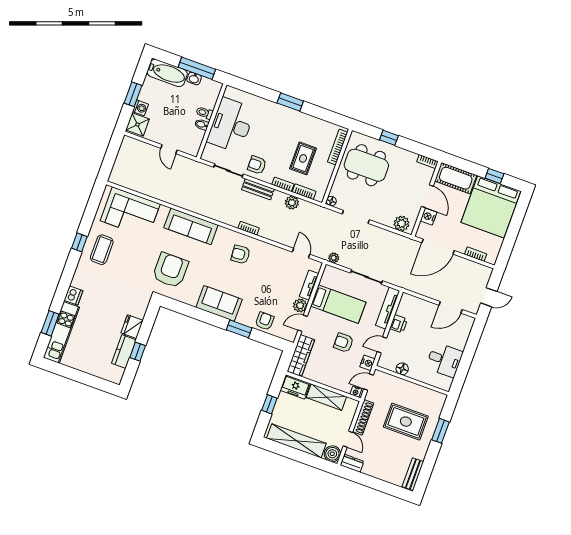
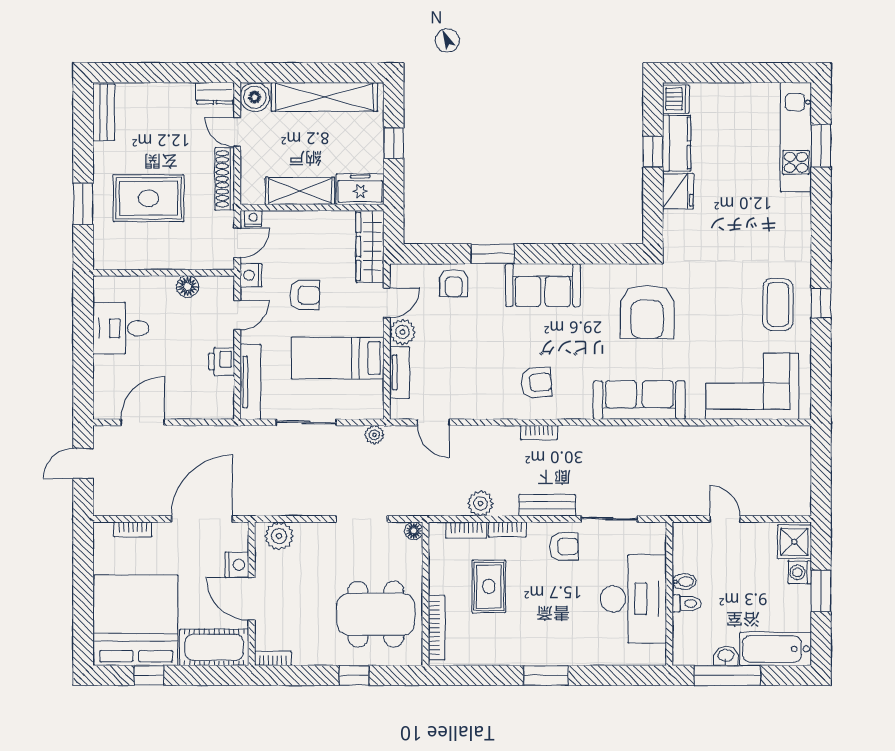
dishwasher: (73, 296) -> (676, 99), moved, turned 180

